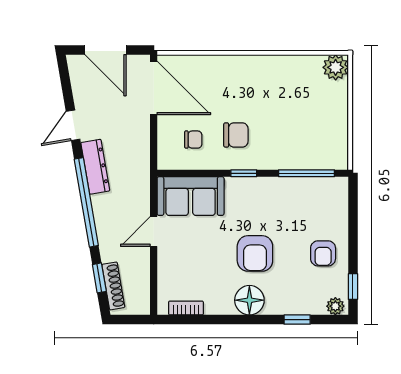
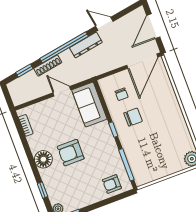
chair: (236, 135) -> (133, 117), turned -90
armchair: (323, 253) -> (112, 184), moved
shoe rack: (113, 286) -> (48, 66), moved

